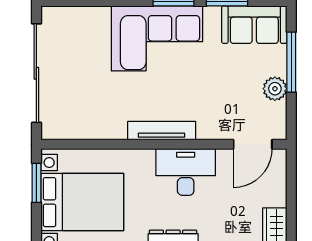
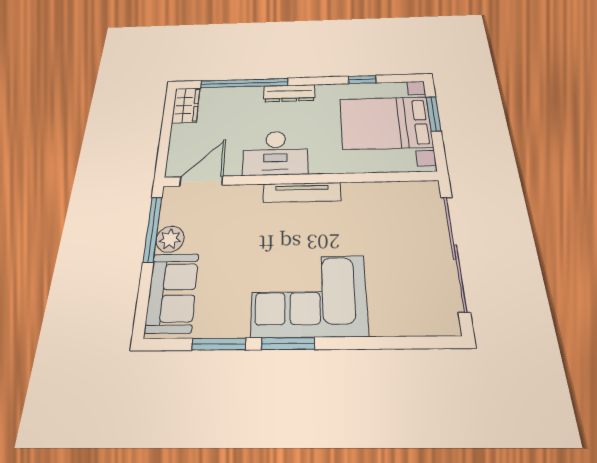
sofa: (254, 25) -> (172, 292), moved, turned 90
window: (291, 62) -> (153, 229), moved
window: (36, 183) -> (433, 114), moved

